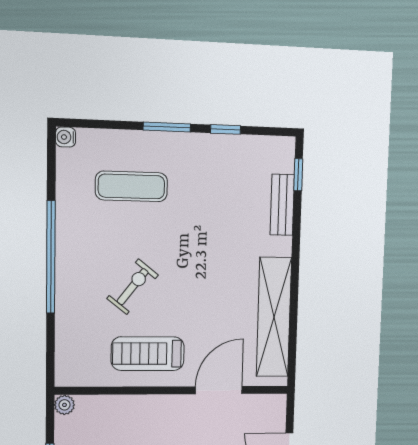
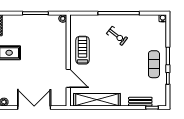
exercise mat: (131, 186) -> (154, 64), moved
exercise bike: (133, 287) -> (117, 36), moved

